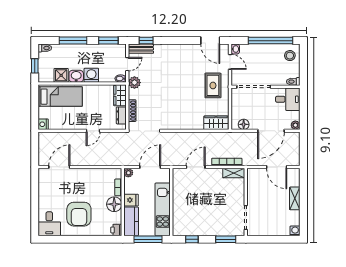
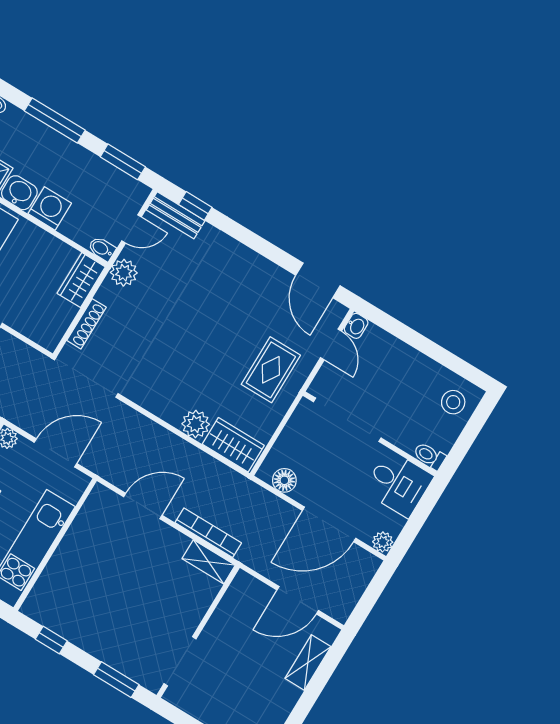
window: (270, 41) -> (434, 351), removed
dresser: (121, 115) -> (60, 320), removed
plant: (197, 124) -> (196, 424), added
door: (277, 167) -> (298, 600), hinge flipped
shelving: (295, 198) -> (308, 662), moved

